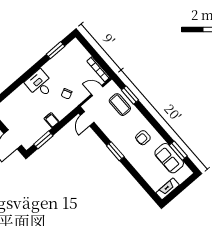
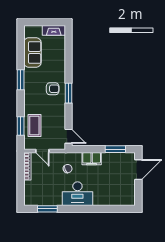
desk: (40, 84) -> (77, 194), width x1.37
door: (87, 119) -> (68, 136), hinge flipped
filing cabinet: (52, 120) -> (92, 159), width x2.00
armchair: (143, 138) -> (53, 89), moved
window: (178, 151) -> (21, 80), moved

